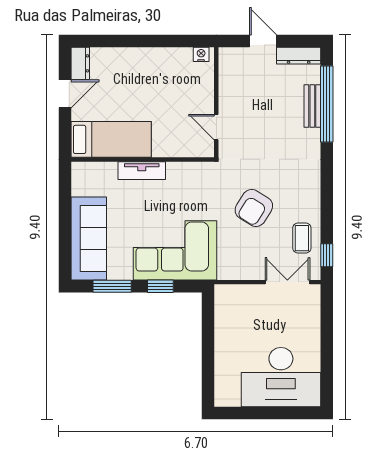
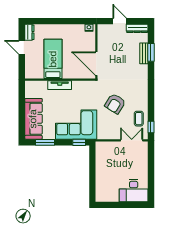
door: (65, 94) -> (22, 47), swing flipped
window: (327, 104) -> (151, 52), width x0.47
door: (216, 127) -> (96, 64), width x1.87
bed: (111, 139) -> (53, 59), moved, turned -90
window: (160, 286) -> (79, 142), moved
desk: (281, 377) -> (134, 191), width x0.73, depth x0.77

